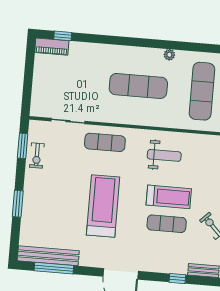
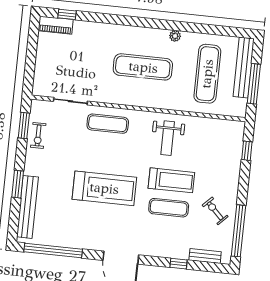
weight bench: (164, 155) -> (168, 138), turned 90
treadmill: (103, 206) -> (104, 188), turned 90
bench: (48, 256) -> (27, 207), moved, turned 90
window: (54, 268) -> (53, 250), width x1.46

